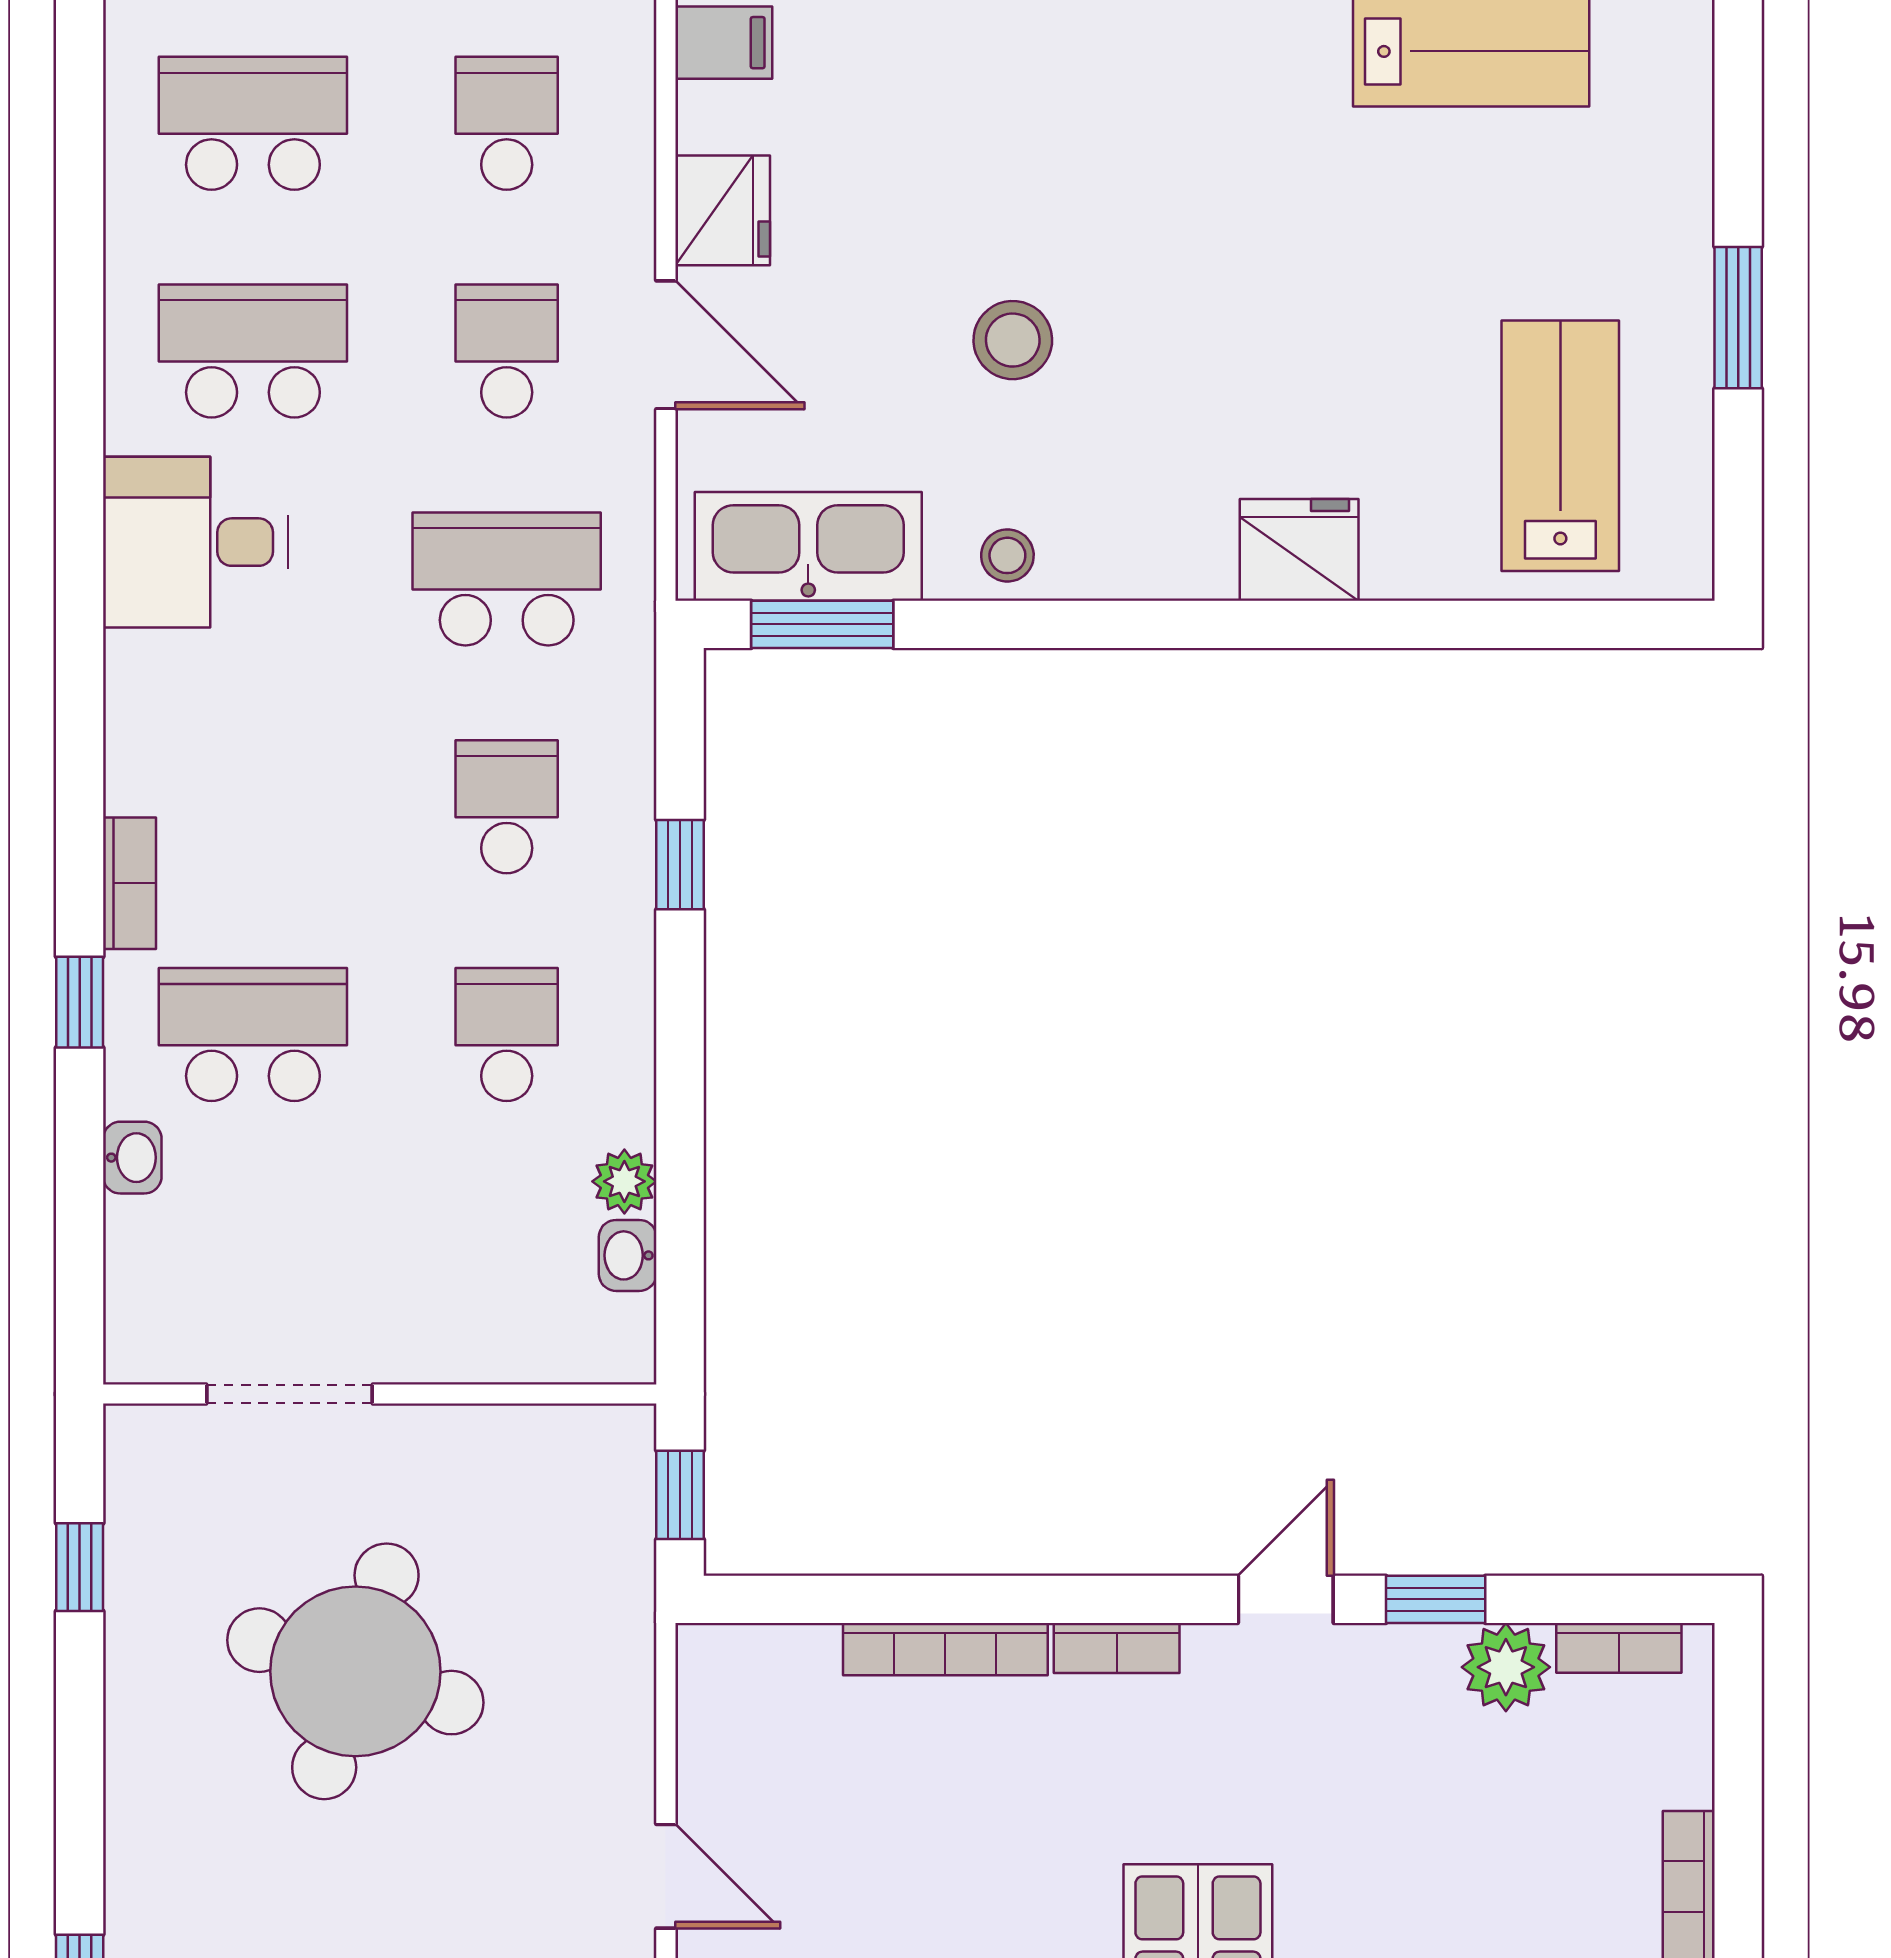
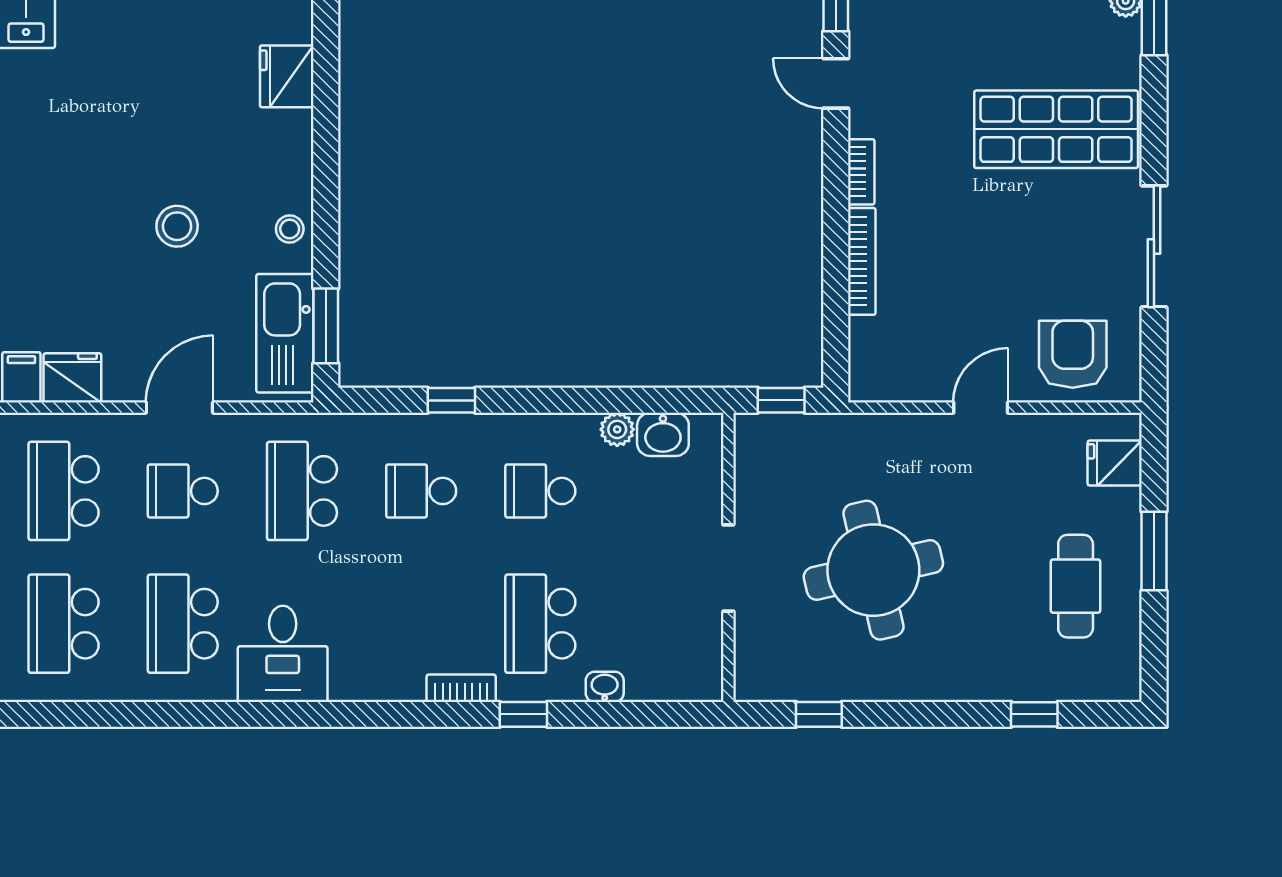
school desk: (507, 123) -> (64, 491), width x1.85
fridge: (723, 210) -> (72, 378), moved
washbasin: (628, 1255) -> (663, 434), width x1.38, depth x1.45
doorway: (290, 1394) -> (728, 568), moved
round table: (355, 1671) -> (873, 570), turned -31

